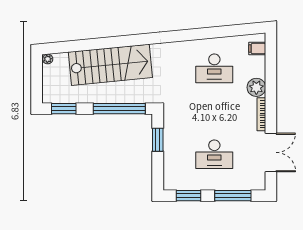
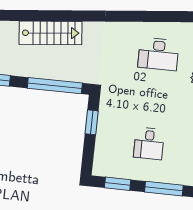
stairs: (110, 65) -> (50, 33), width x0.73, depth x0.66
desk: (214, 154) -> (149, 144), width x0.73

